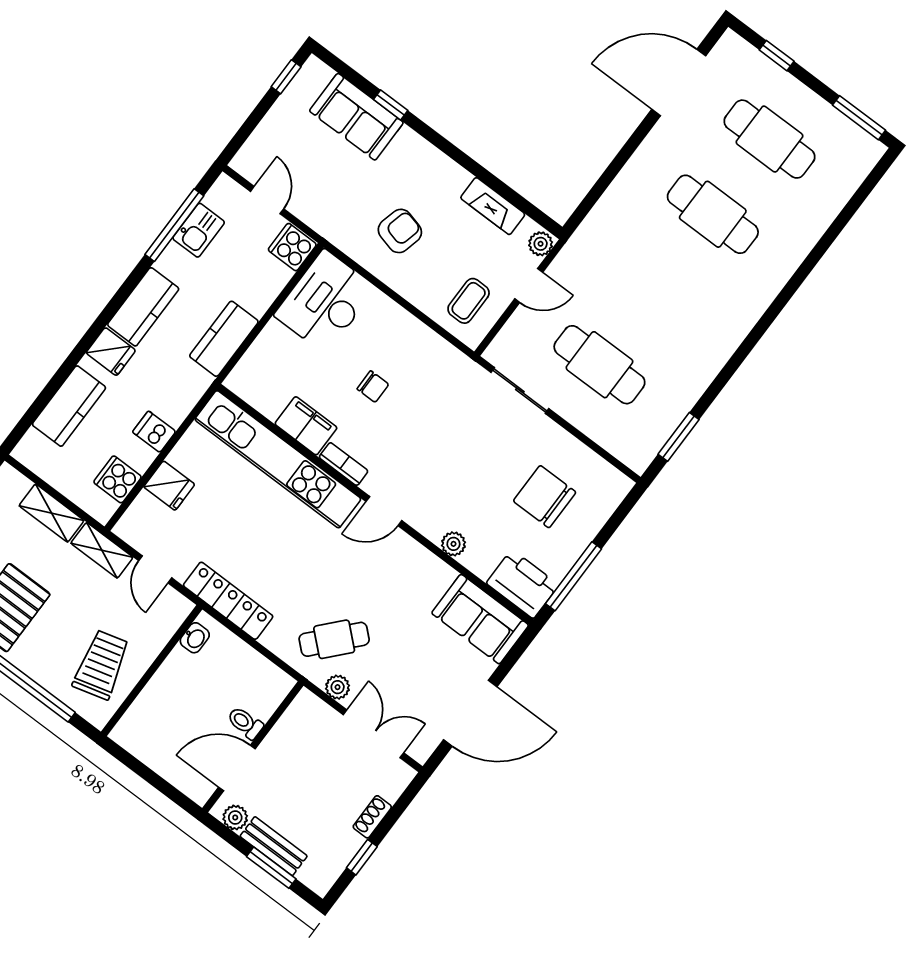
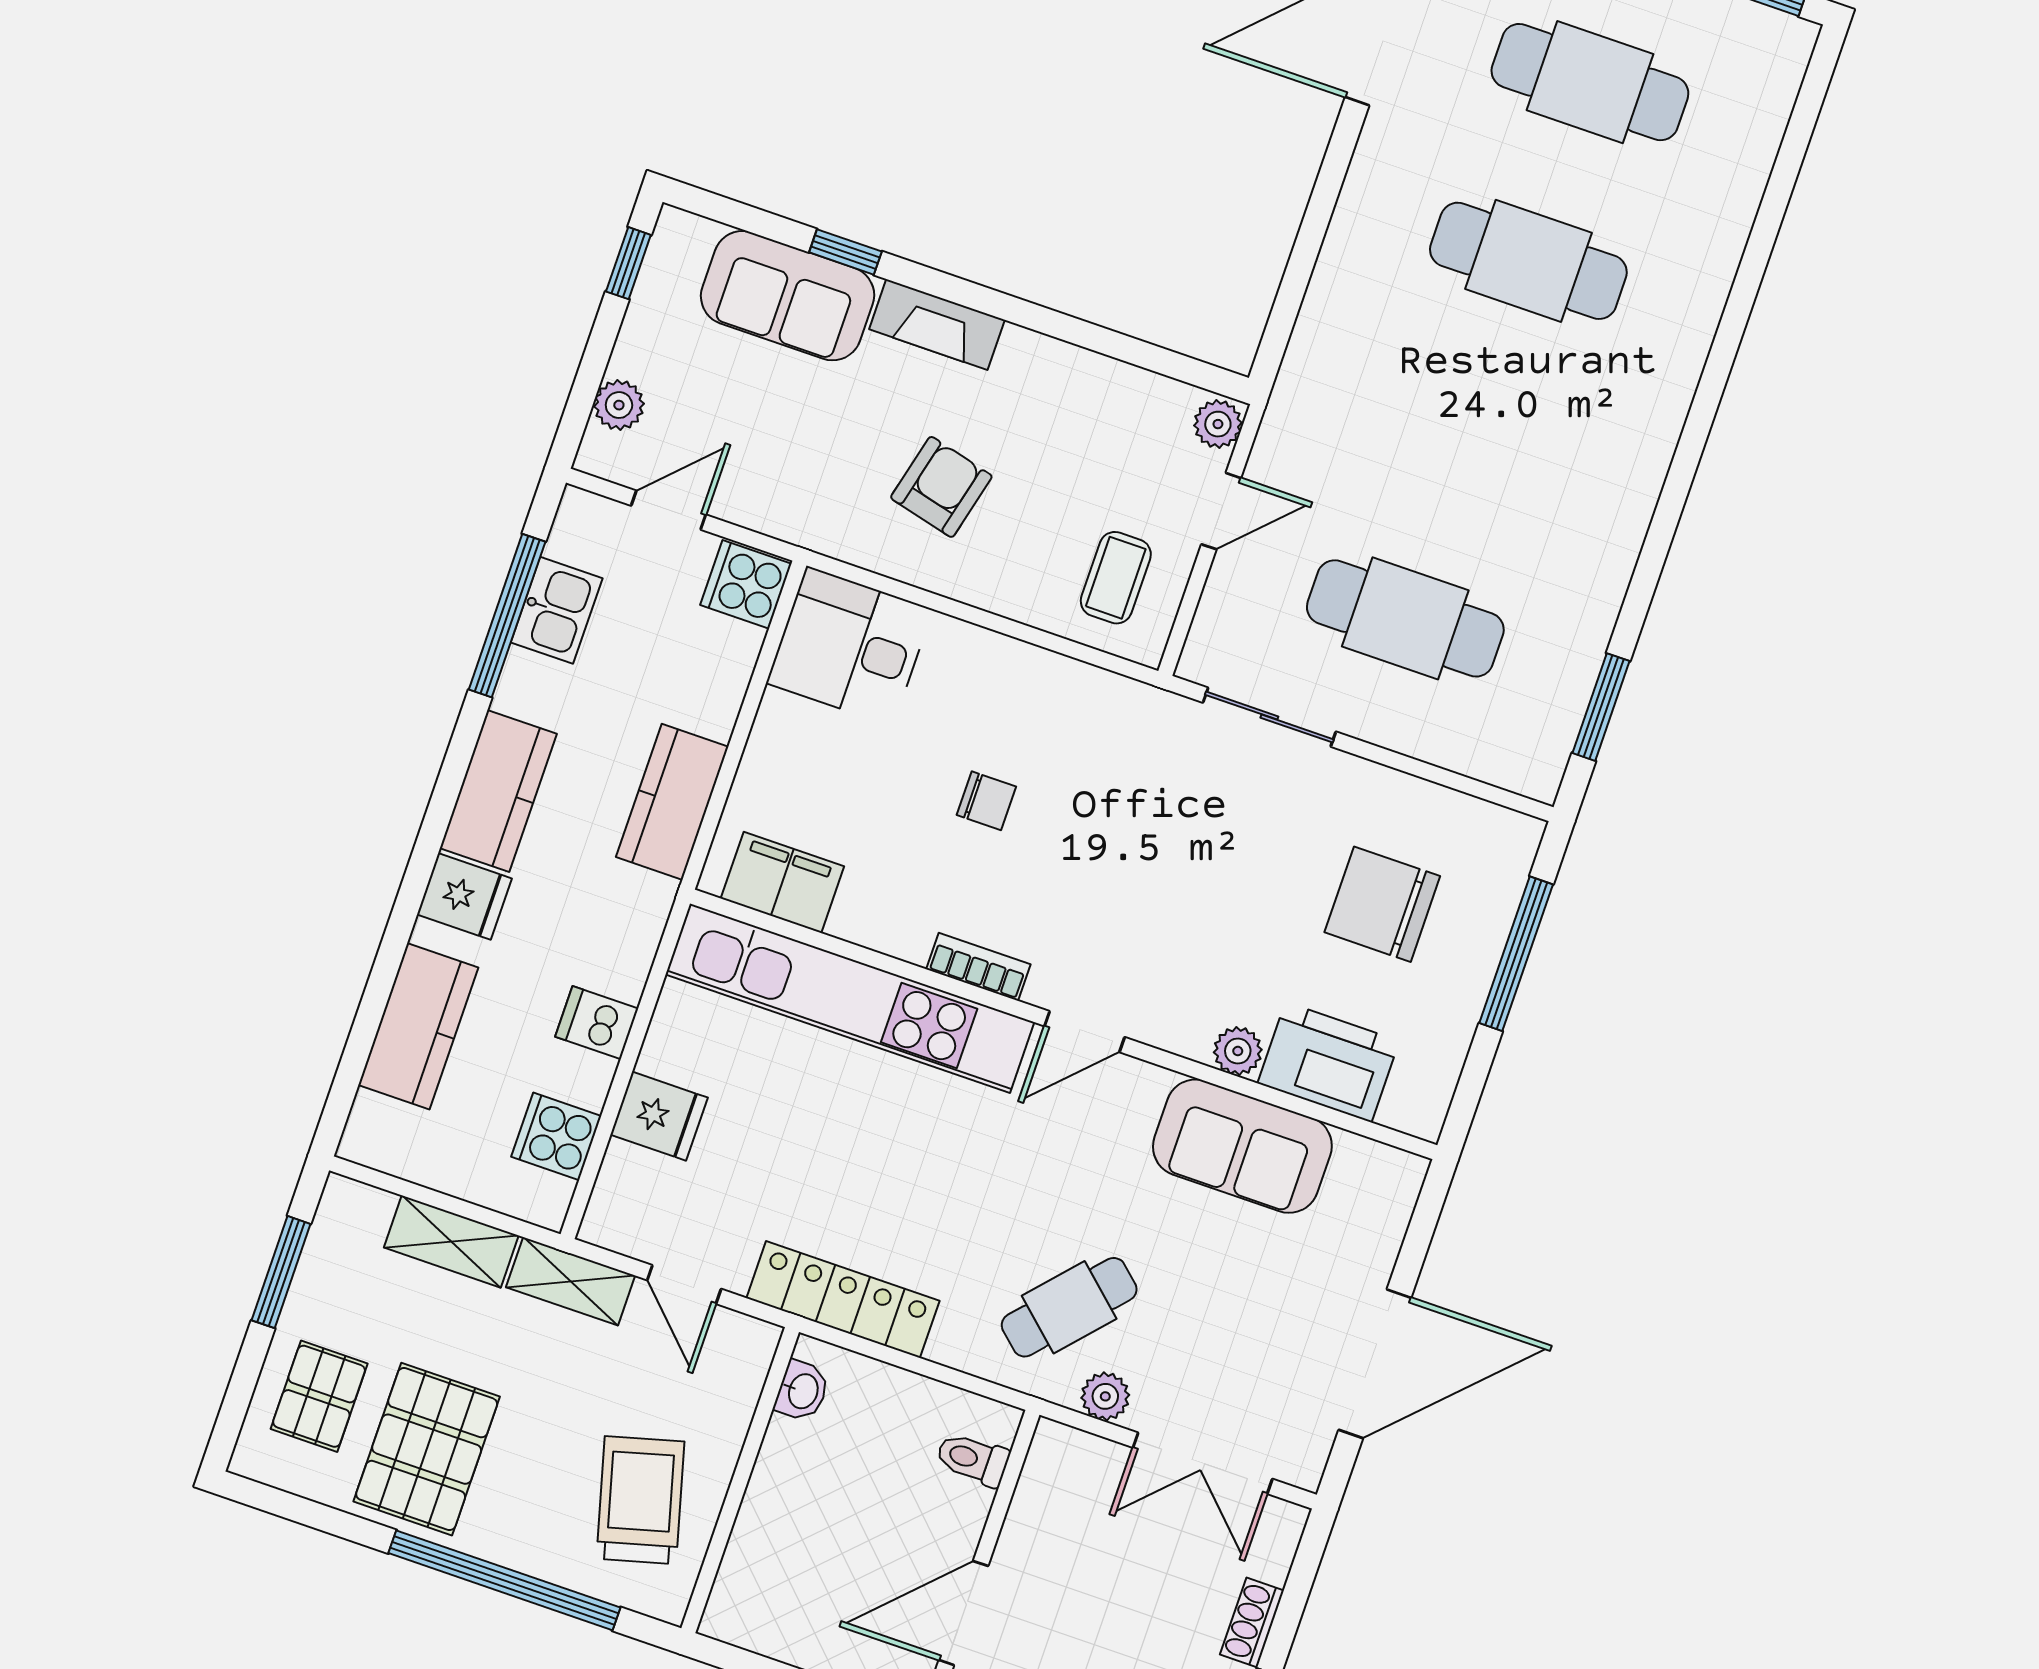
plant: (260, 143) -> (619, 405), added
door: (267, 200) -> (669, 510), hinge flipped
fireplace: (493, 206) -> (937, 325), moved
desk: (325, 302) -> (850, 646), width x0.73
filing cabinet: (306, 426) -> (782, 882), moved
window: (573, 576) -> (1516, 954), moved
printer: (522, 584) -> (1328, 1062), moved
sofa: (480, 619) -> (1242, 1146), moved
toilet: (245, 723) -> (973, 1459), moved
double door: (373, 734) -> (1203, 1463), swing flipped

